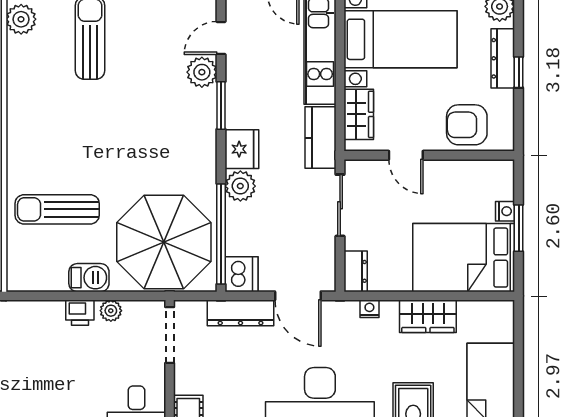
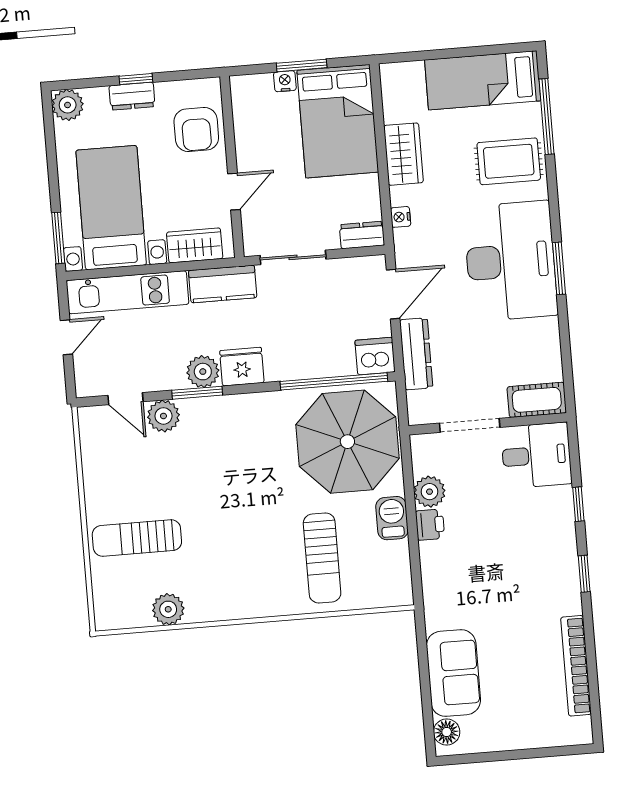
plant: (21, 19) -> (168, 609), moved
dresser: (503, 58) -> (132, 96), width x0.70
plant: (240, 186) -> (203, 372), moved
plant: (111, 311) -> (429, 492), width x1.38, depth x1.38
doorway: (170, 335) -> (470, 425), moved

